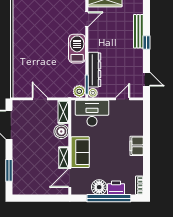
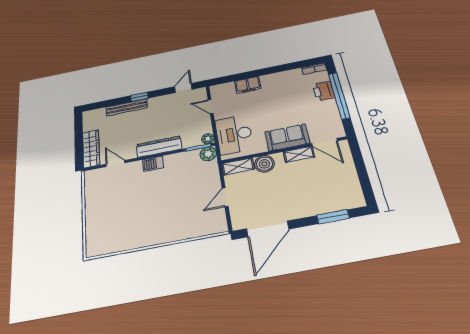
barbecue: (77, 49) -> (153, 164), width x0.53, depth x0.65
dresser: (94, 70) -> (159, 147), moved
filing cabinet: (137, 146) -> (248, 85), moved
floor lamp: (99, 187) -> (328, 108), removed

